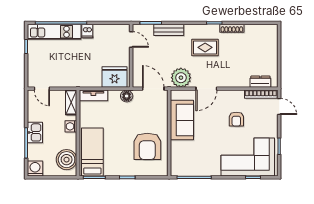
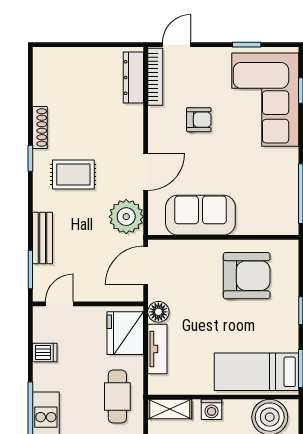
dishwasher: (87, 31) -> (45, 352), moved
rug: (205, 47) -> (73, 174), turned 90
cafe table: (78, 73) -> (117, 396), added
dresser: (260, 82) -> (133, 78), width x1.44
door: (206, 89) -> (146, 172), hinge flipped
tv unit: (93, 95) -> (157, 349), moved

